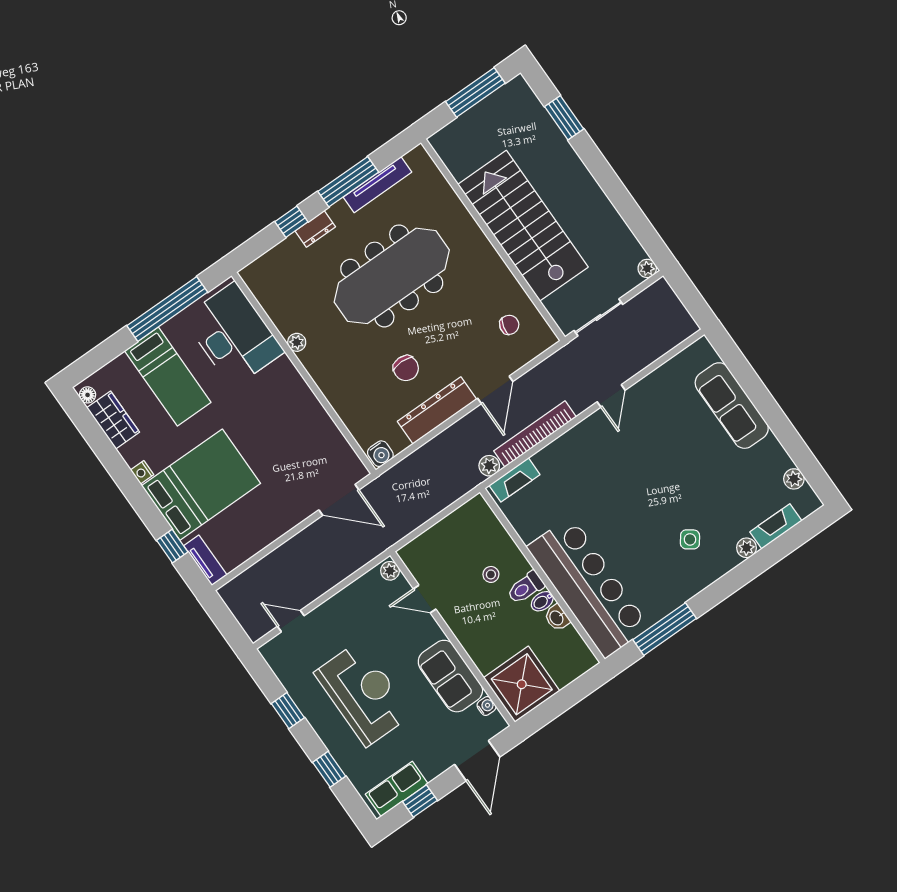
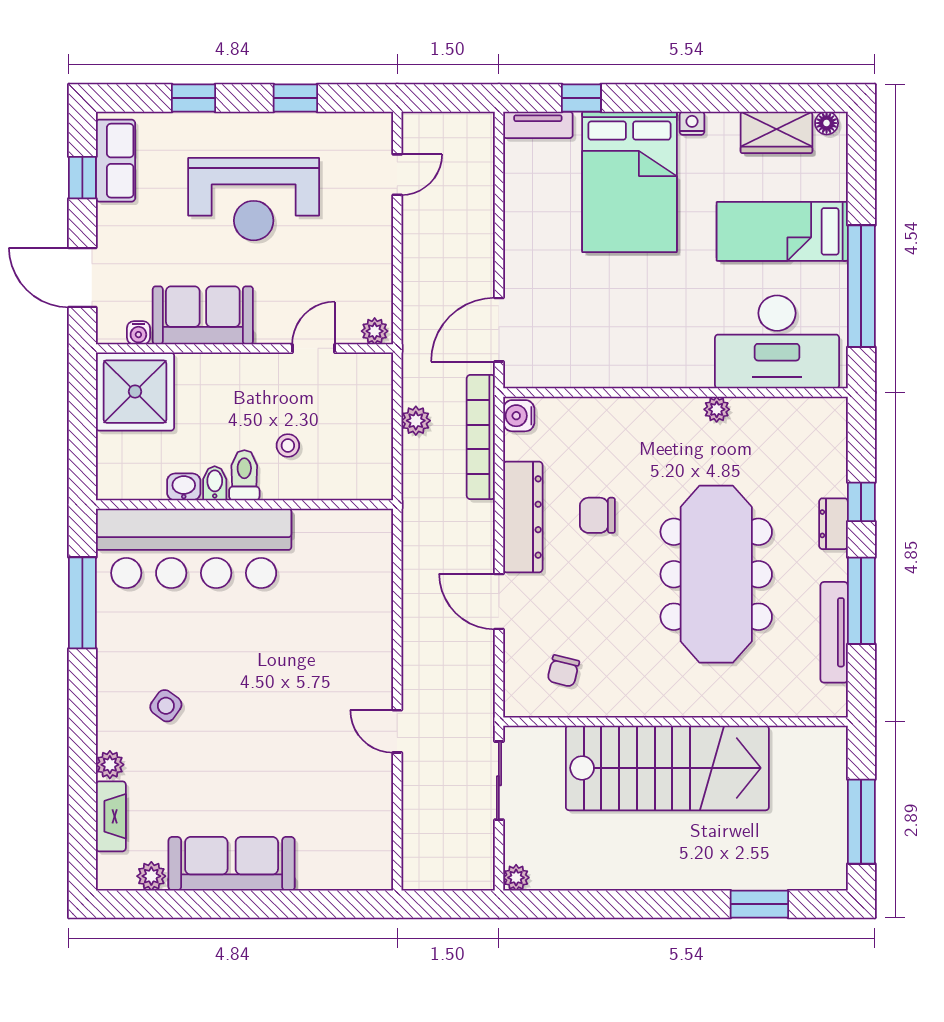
sofa: (732, 406) -> (232, 864), moved
bookcase: (535, 434) -> (481, 437), moved, turned 180
plant: (489, 466) -> (416, 421), moved
fireplace: (515, 480) -> (378, 550), removed

